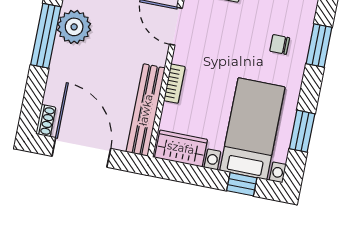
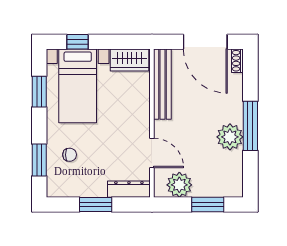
bookcase: (174, 84) -> (144, 109), removed

